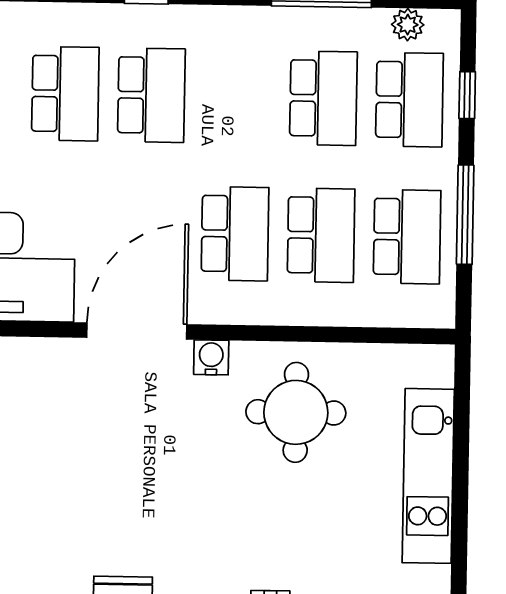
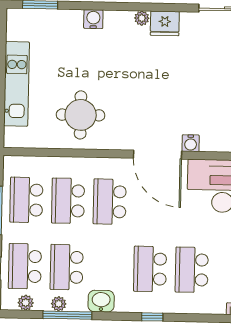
plant: (340, 23) -> (59, 304), added
washbasin: (252, 28) -> (101, 301), added
door: (137, 331) -> (158, 155), hinge flipped
water cooler: (211, 357) -> (191, 143), moved

